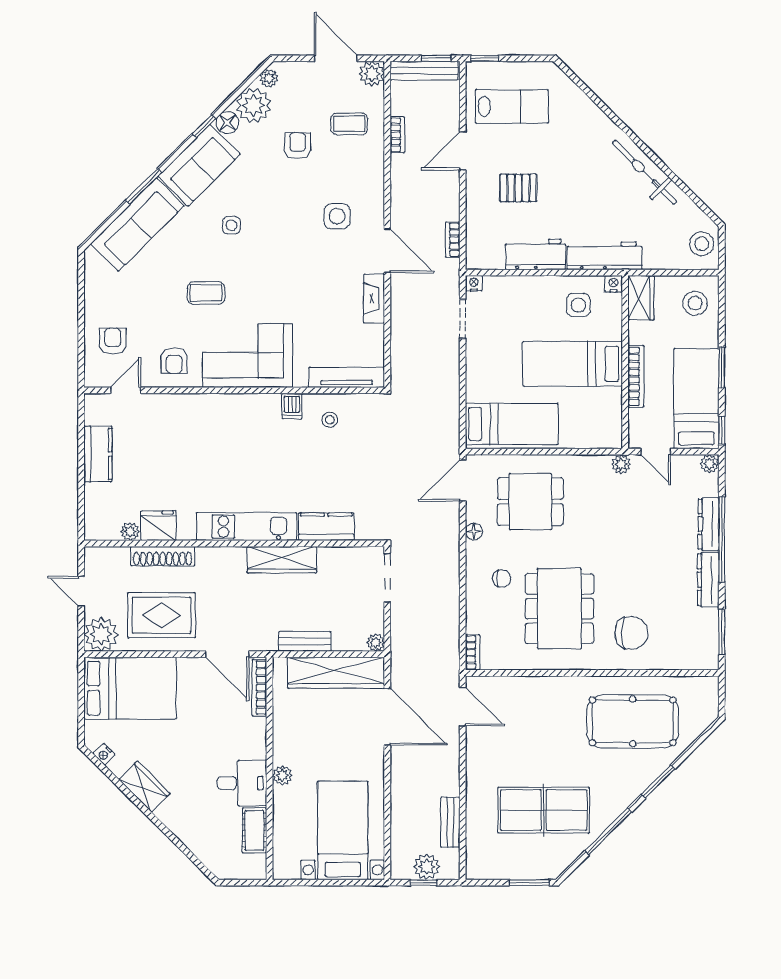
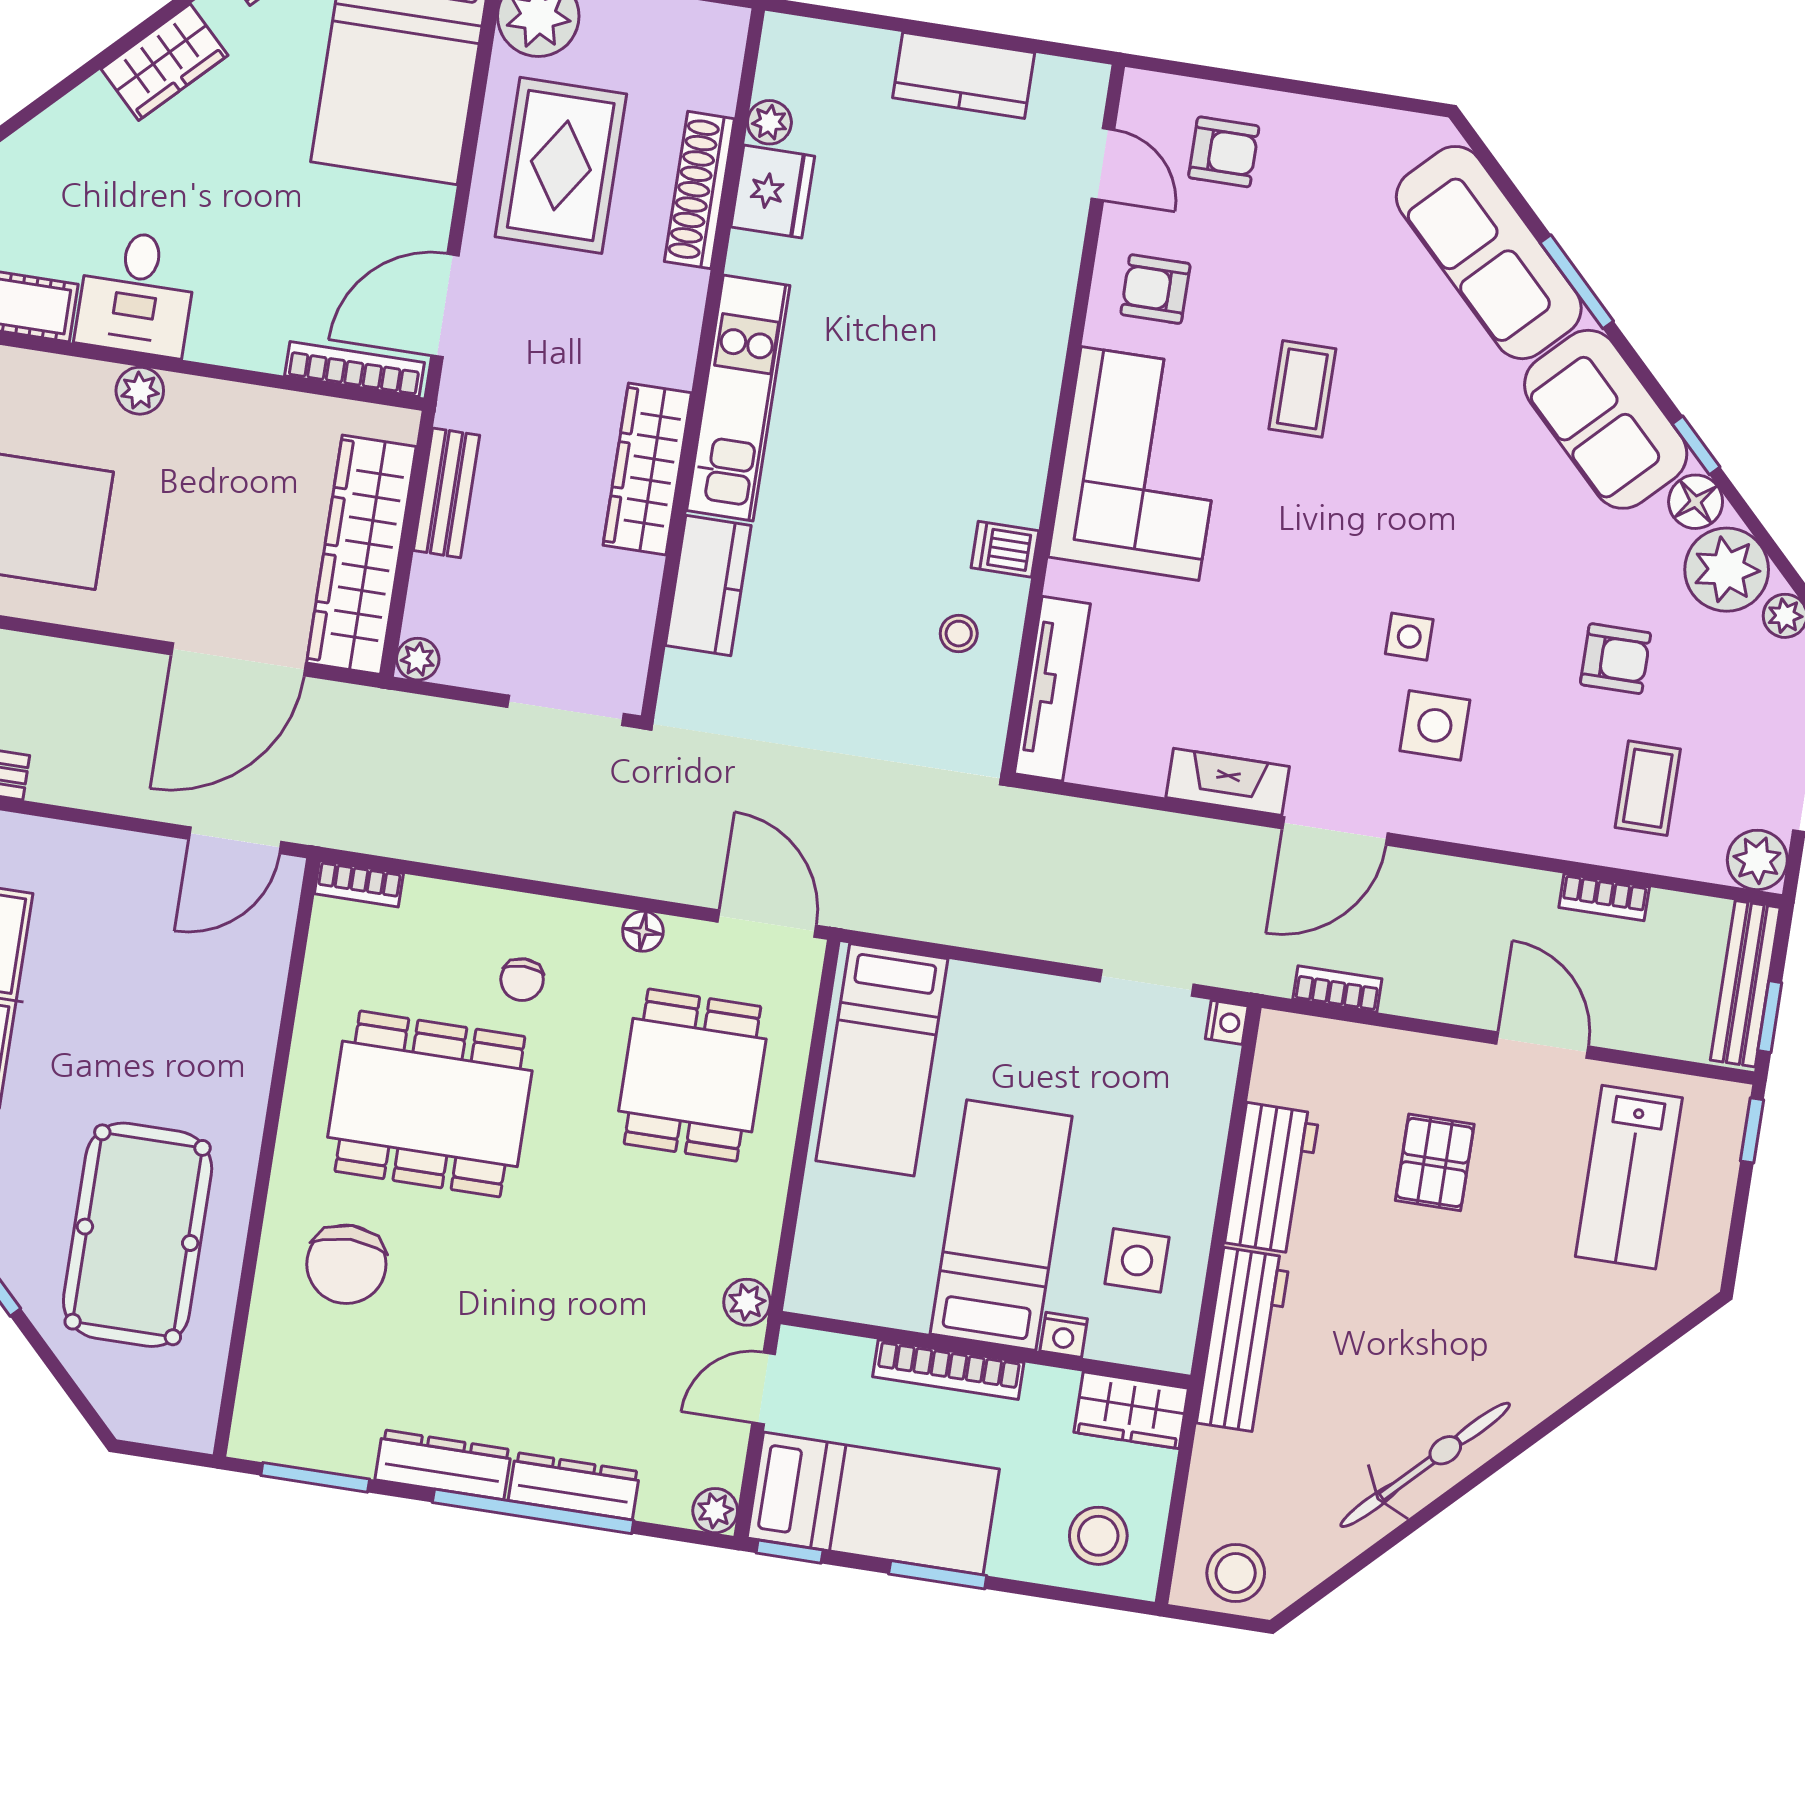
side table: (231, 225) -> (1409, 637), moved
nightstand: (614, 284) -> (1064, 1335), moved, turned 90

